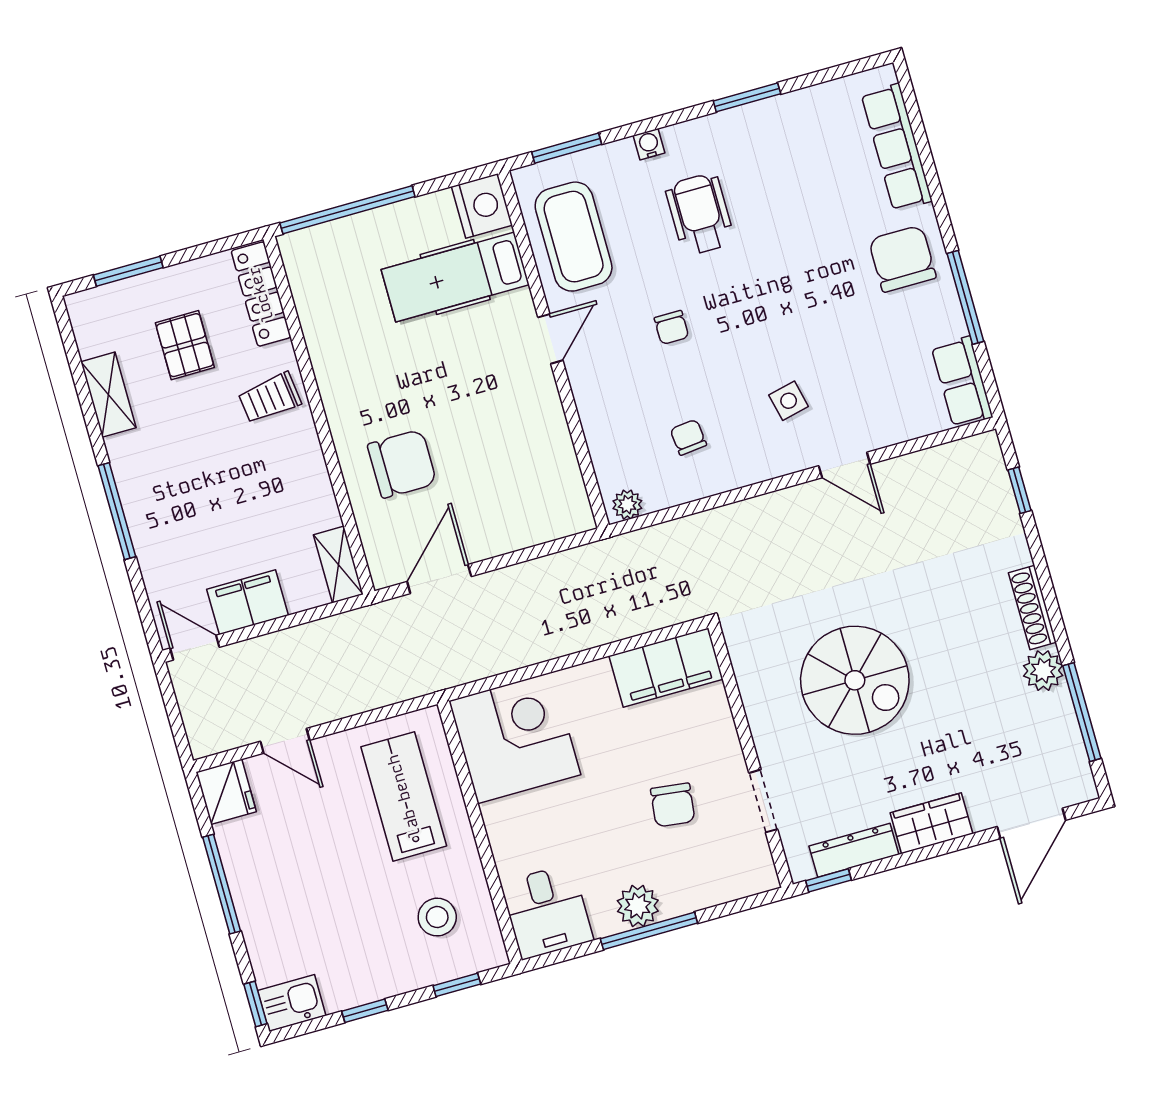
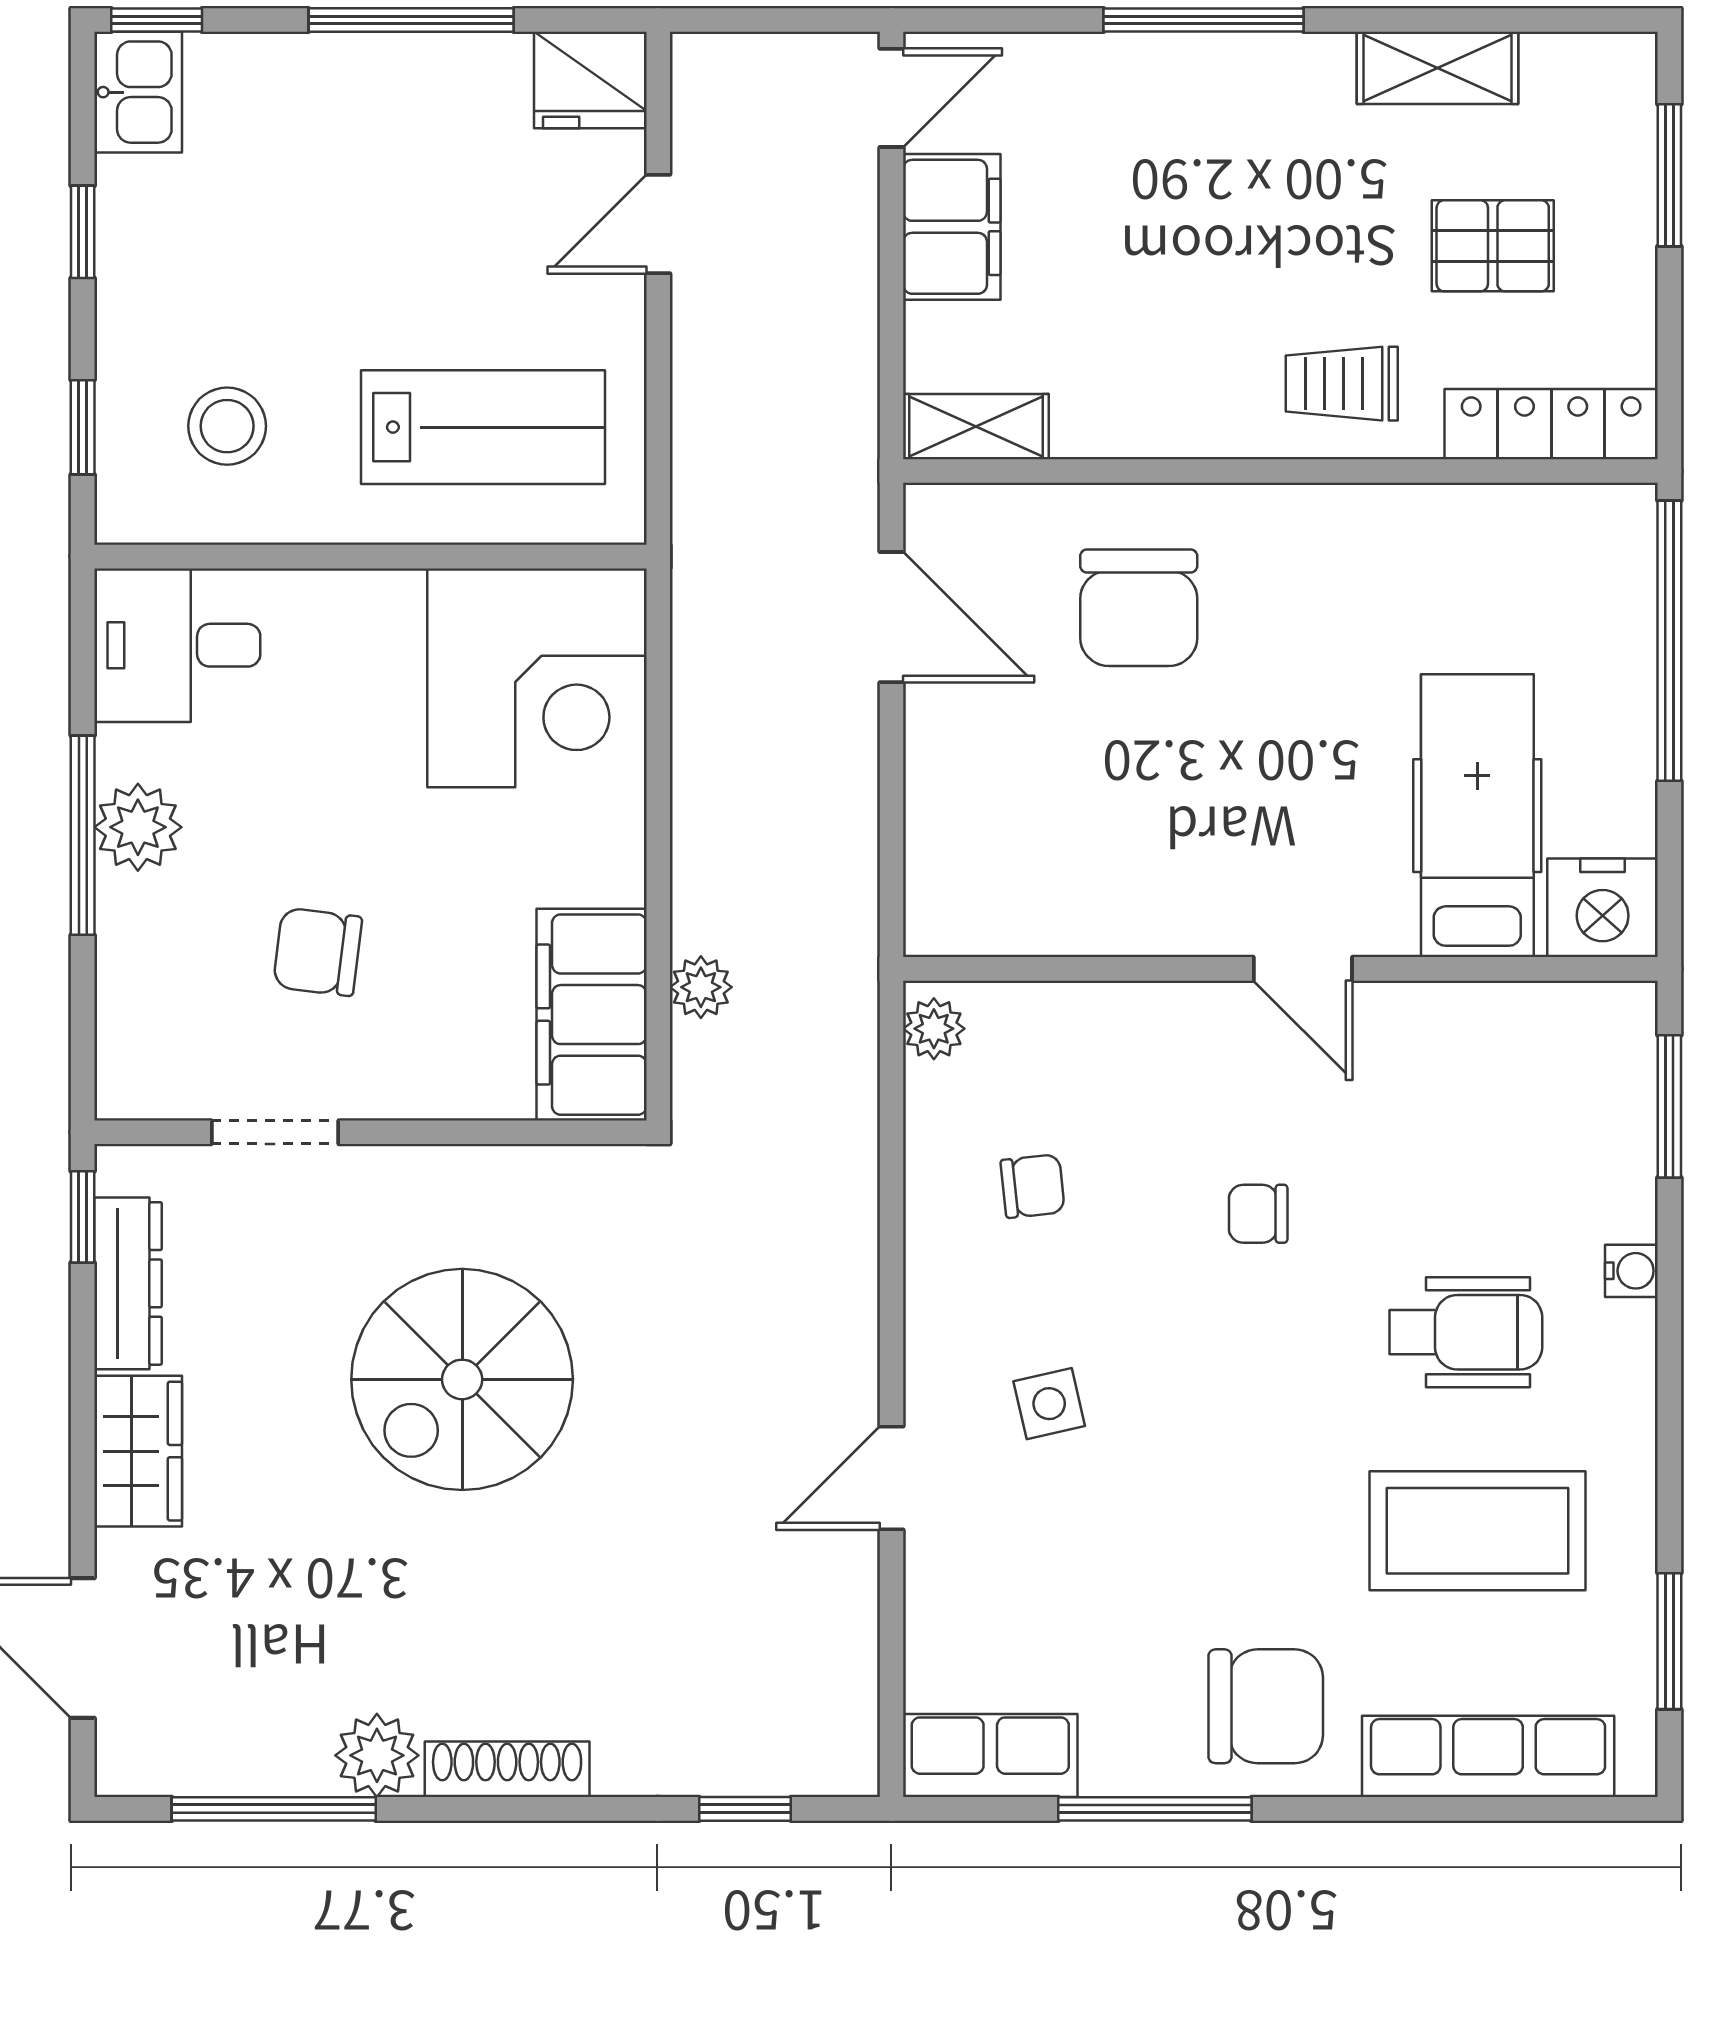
window: (747, 97) -> (1669, 1641), moved
coffee table: (574, 237) -> (1477, 1531), moved
trolley: (270, 398) -> (1342, 384), turned -83
plant: (639, 620) -> (701, 987), added

